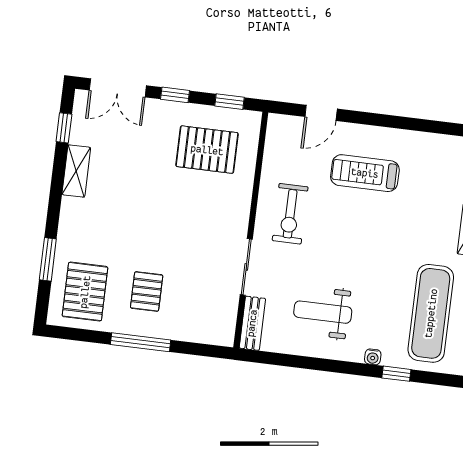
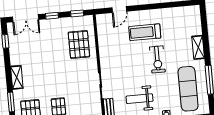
pallet: (207, 150) -> (79, 44), moved, turned 90
shelving: (76, 171) -> (17, 77), moved
exercise bike: (290, 214) -> (157, 59), moved

